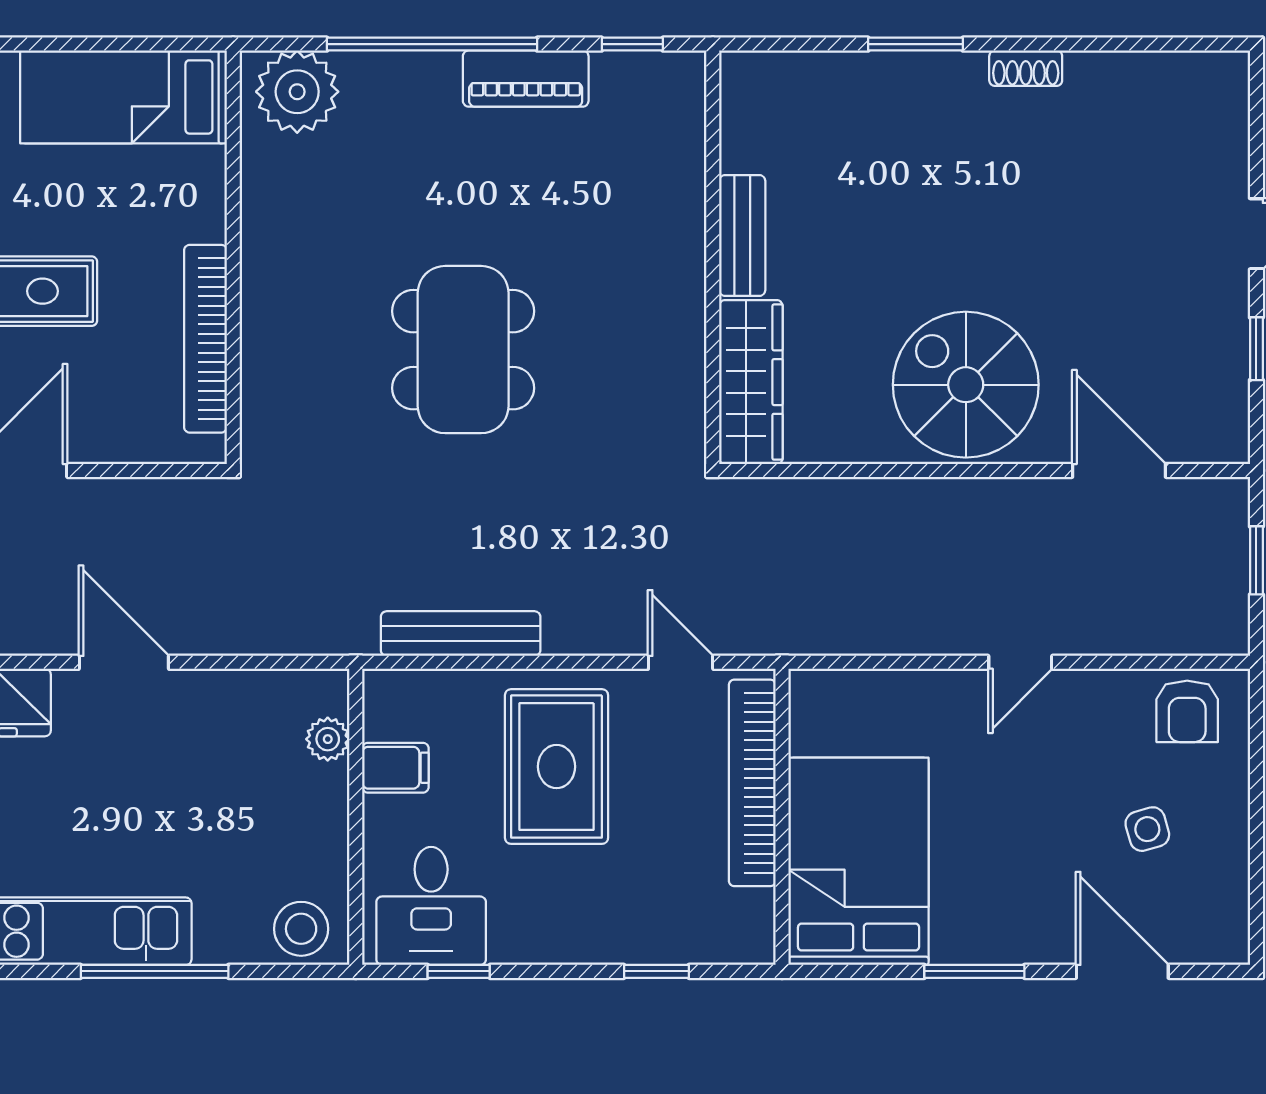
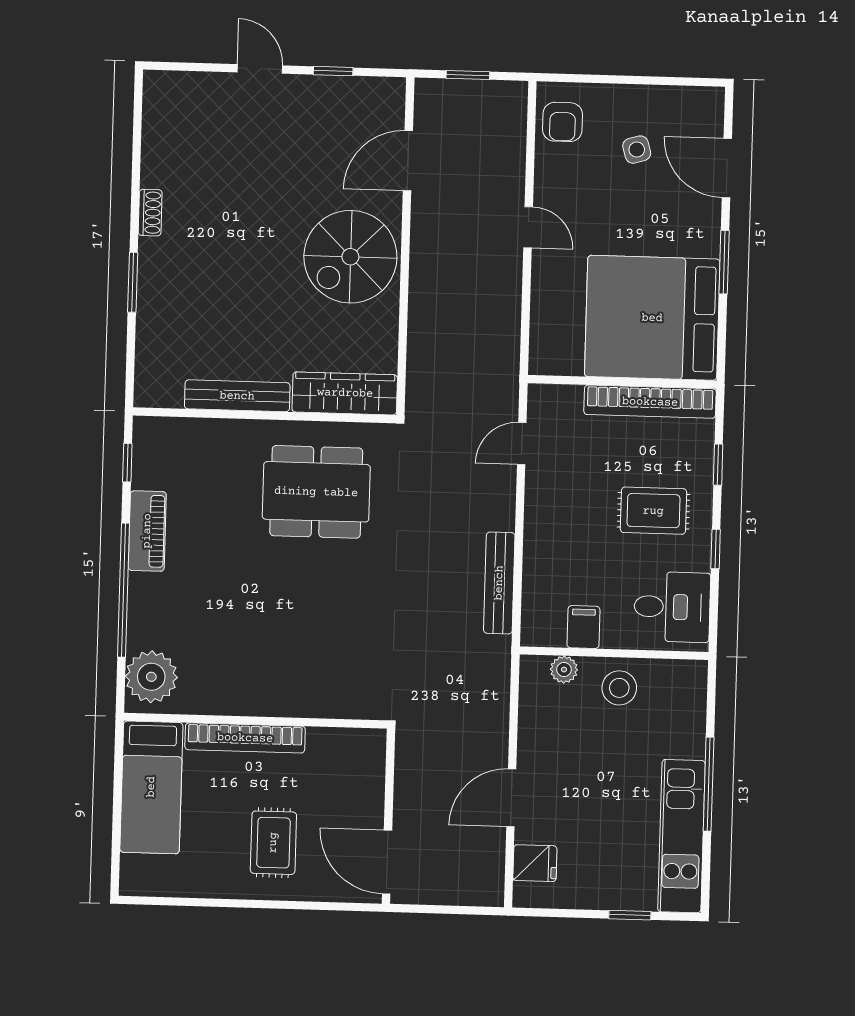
bench: (742, 236) -> (237, 396), width x1.36
bookcase: (205, 339) -> (245, 738), moved
dining table: (463, 350) -> (316, 492), moved
armchair: (1187, 711) -> (563, 122), turned 90
rug: (557, 767) -> (653, 511), moved, width x0.73, depth x0.70
bookcase: (752, 783) -> (650, 402), moved
bed: (859, 861) -> (652, 318), width x1.36
stool: (301, 929) -> (619, 688), moved
window: (459, 971) -> (716, 549), moved
door: (1122, 971) -> (727, 168), hinge flipped

